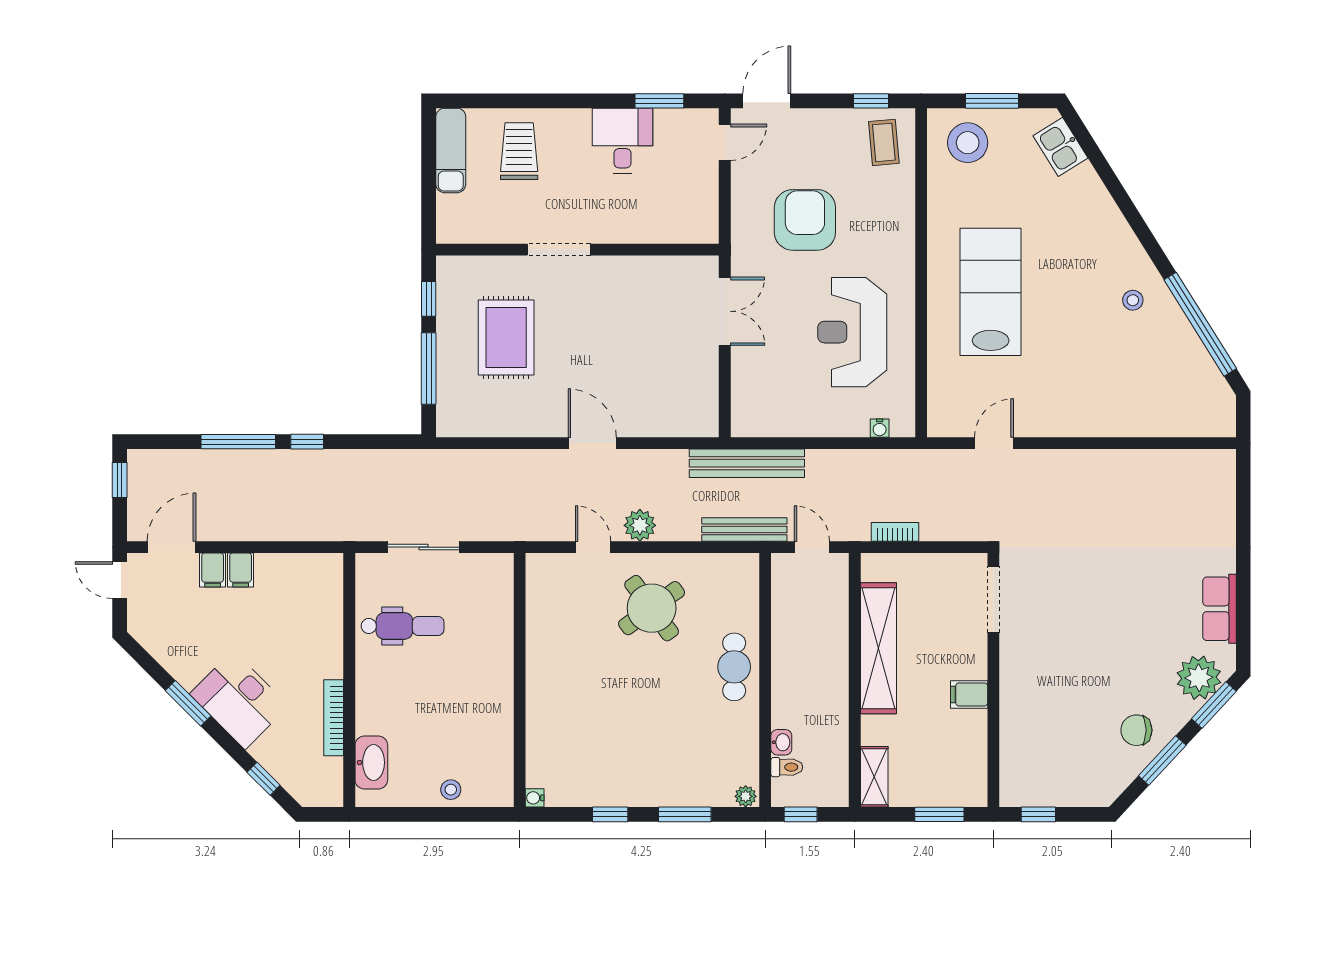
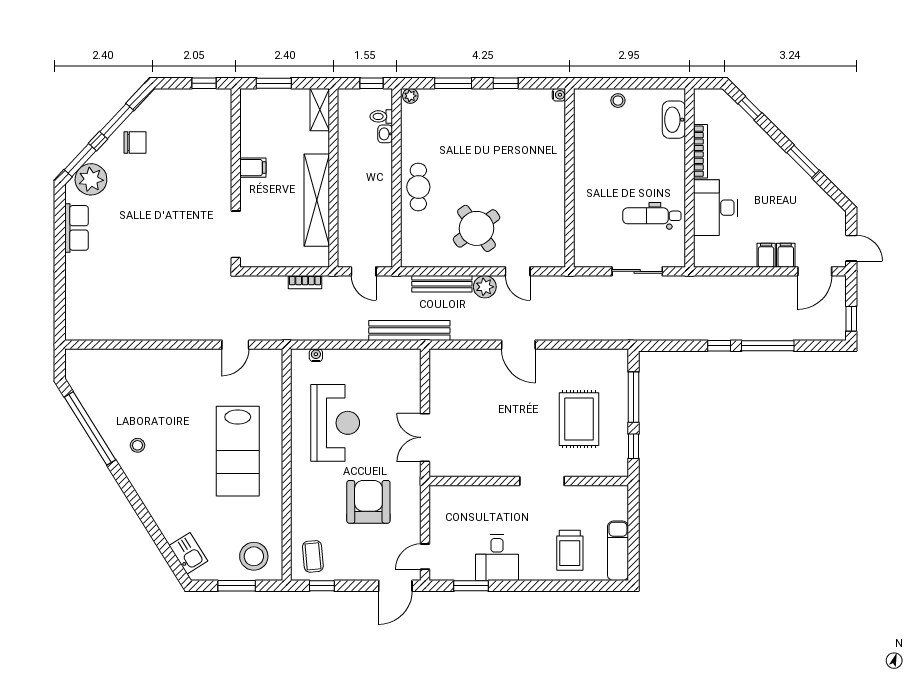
armchair: (805, 220) -> (368, 502), turned 180
bench: (744, 529) -> (442, 284), moved
desk: (239, 700) -> (716, 208), moved, turned -135

